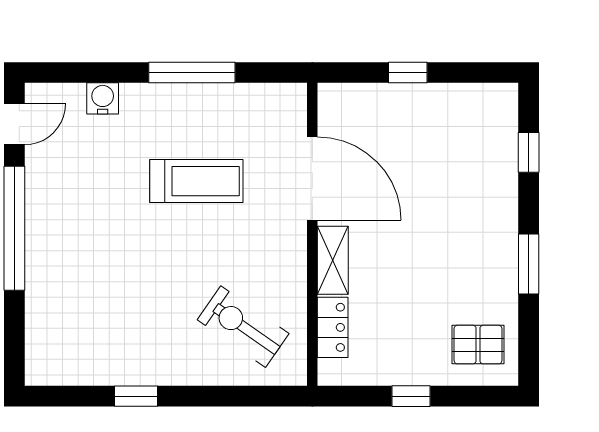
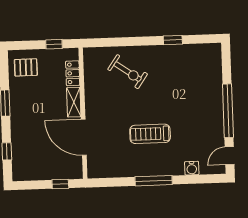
door: (312, 179) -> (84, 137), moved
wall: (312, 234) -> (83, 113), moved
shelving: (333, 260) -> (74, 102), moved
locker: (333, 327) -> (73, 73), moved

